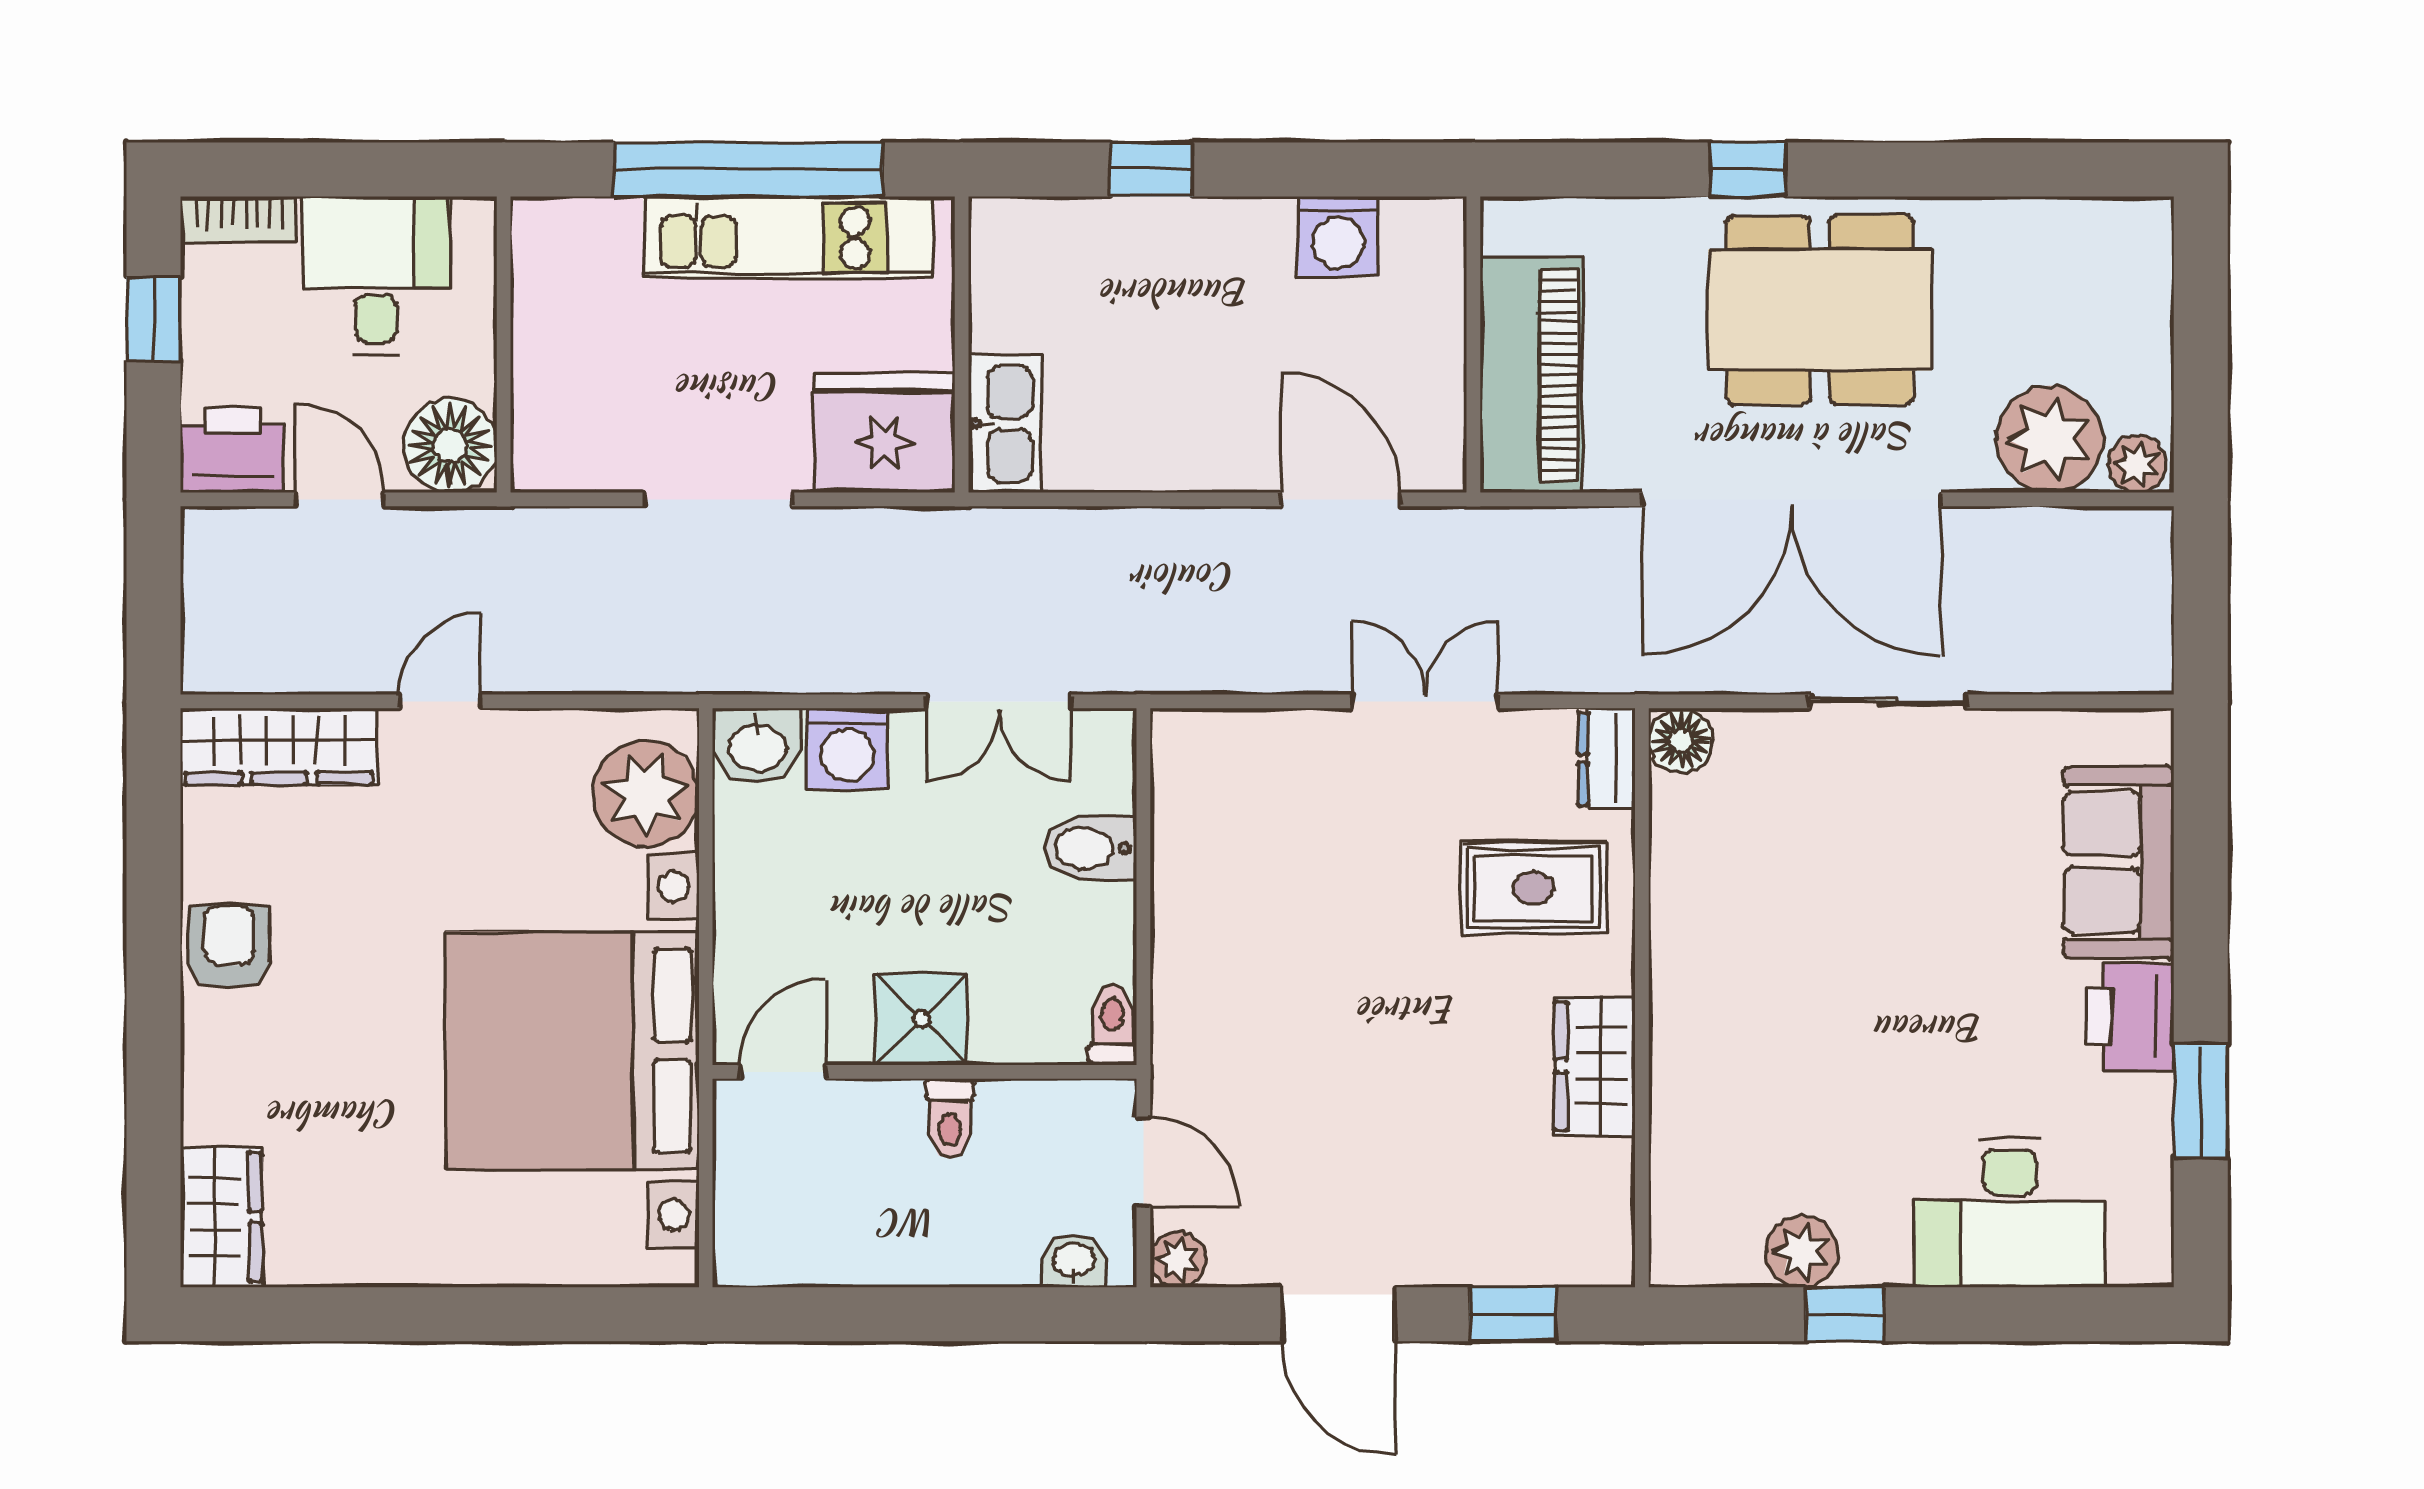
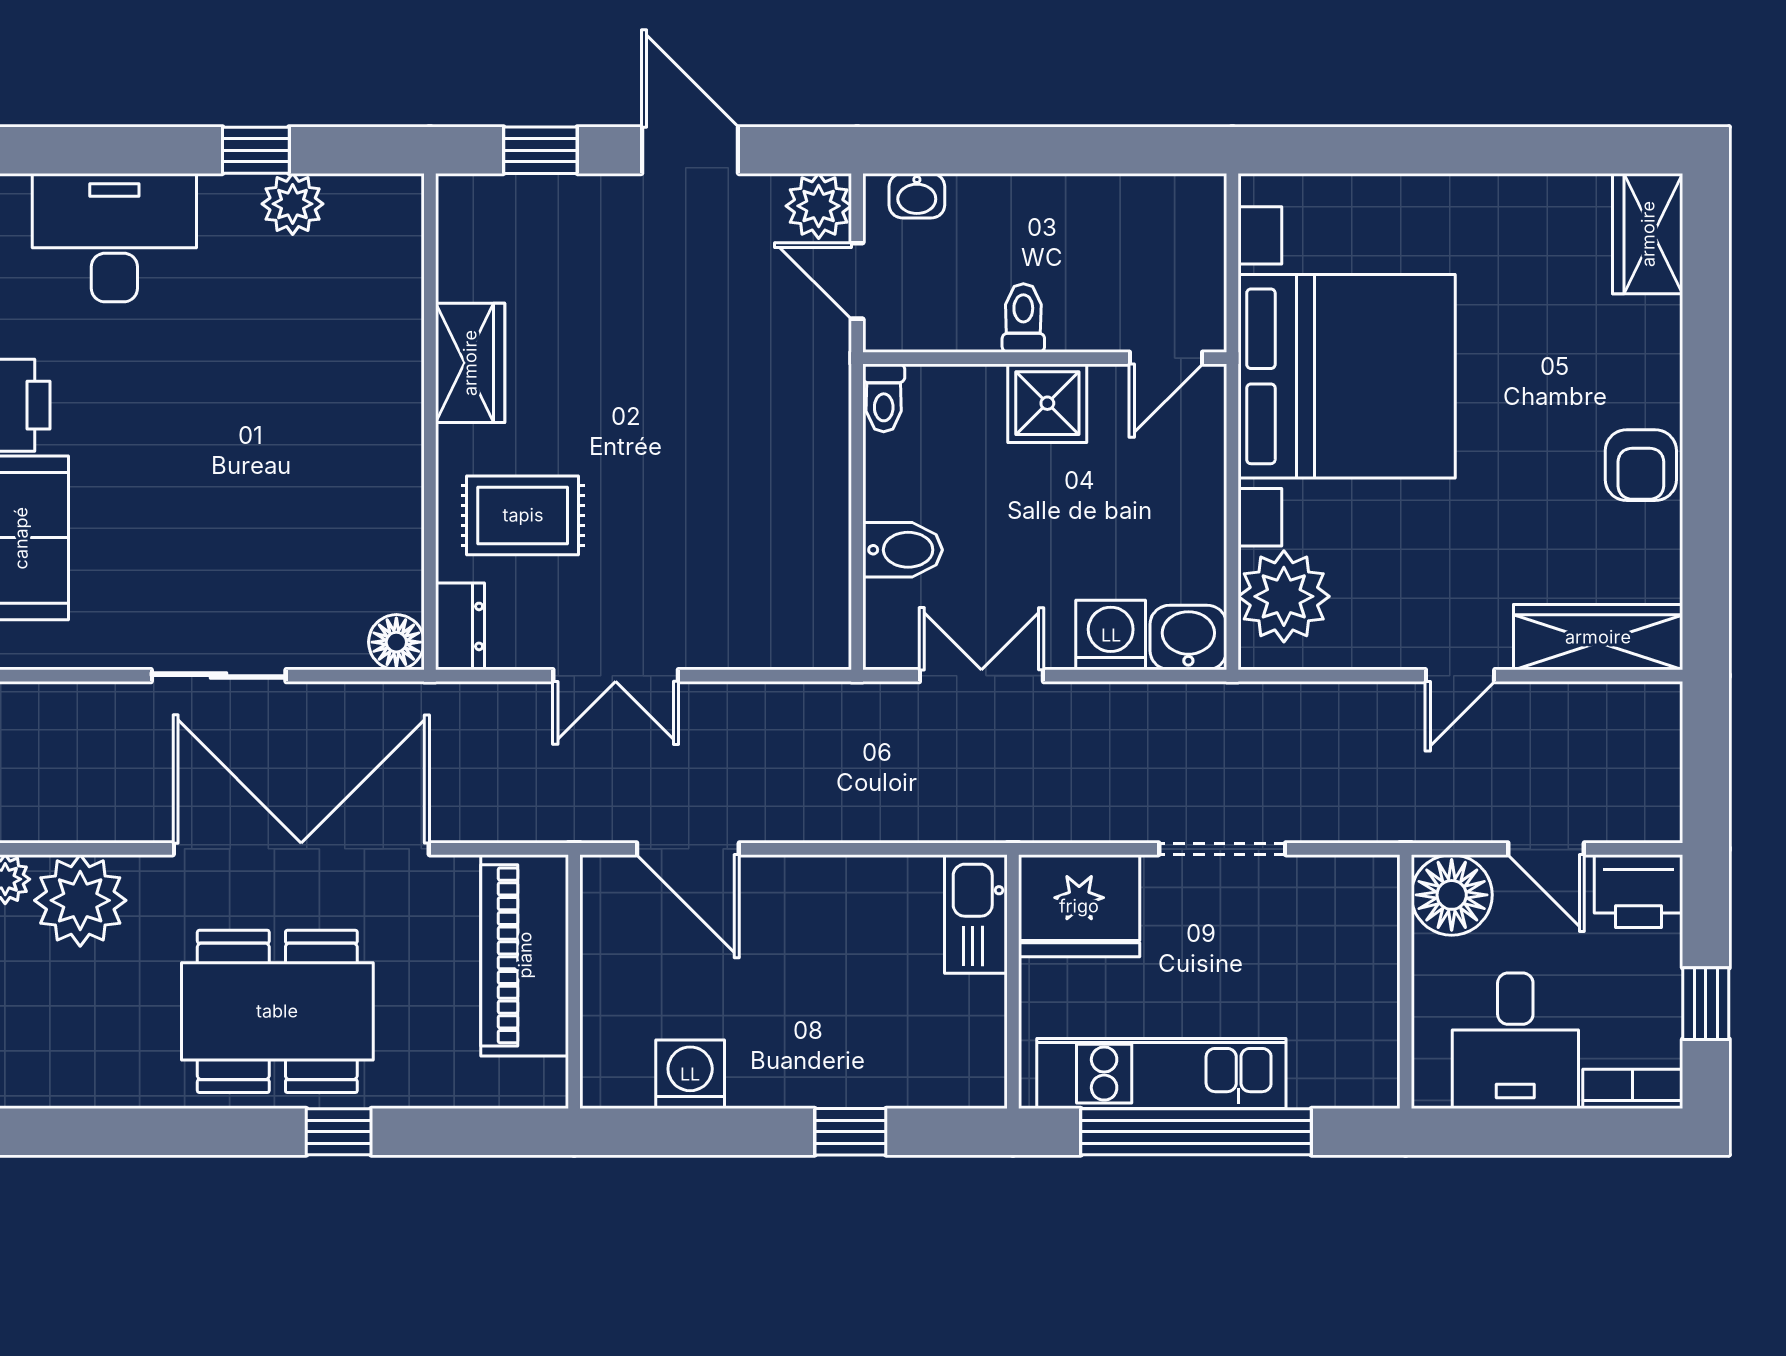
plant: (1178, 1260) -> (819, 206), width x1.38, depth x1.38

